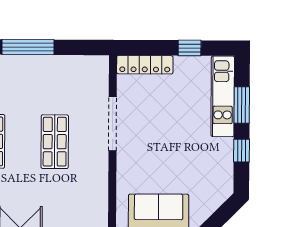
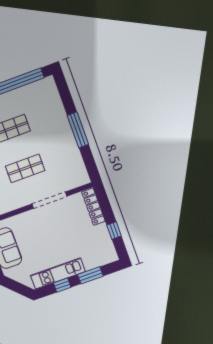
kitchen unit: (223, 96) -> (58, 274), moved

